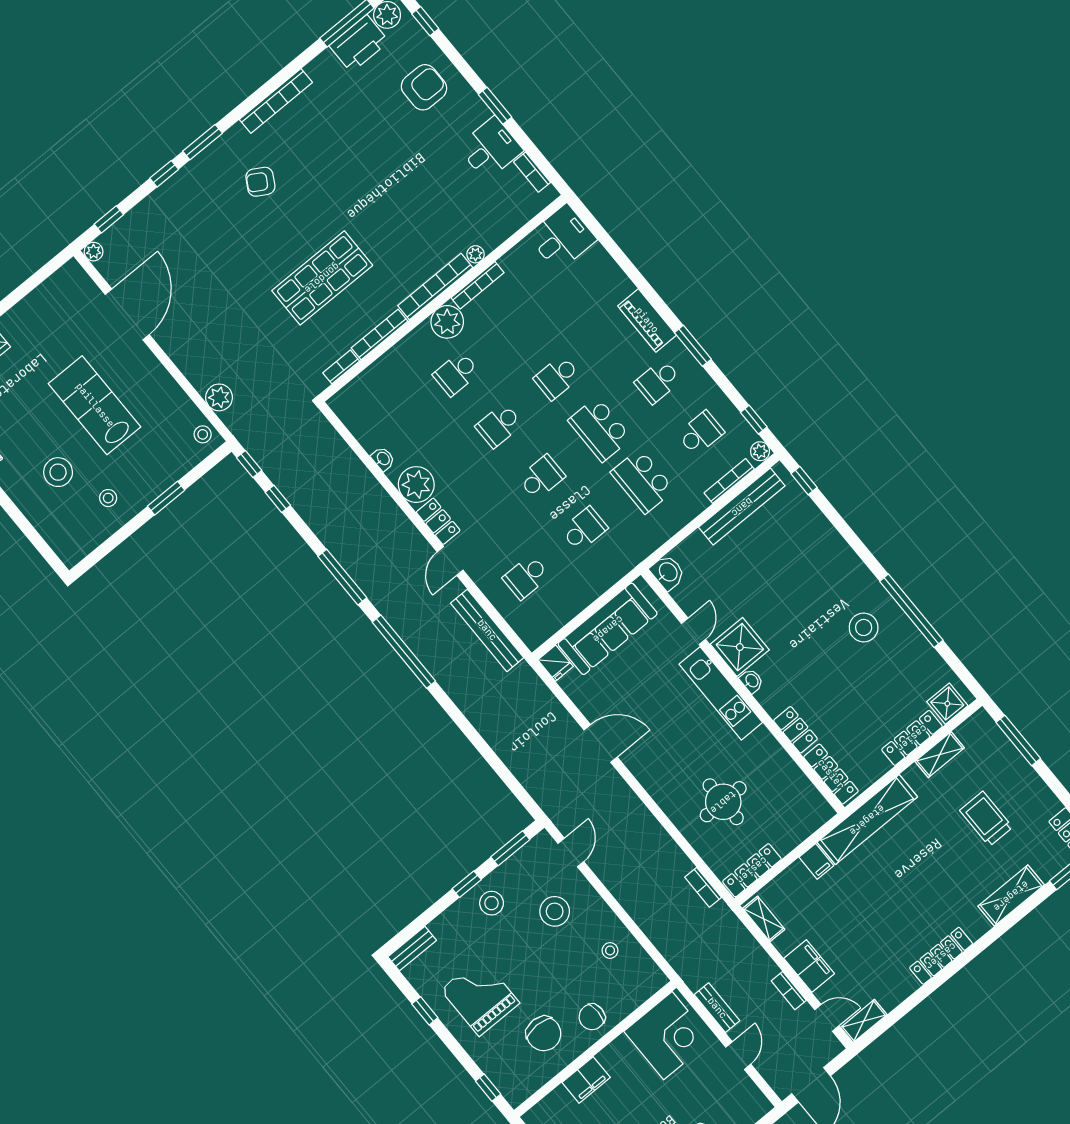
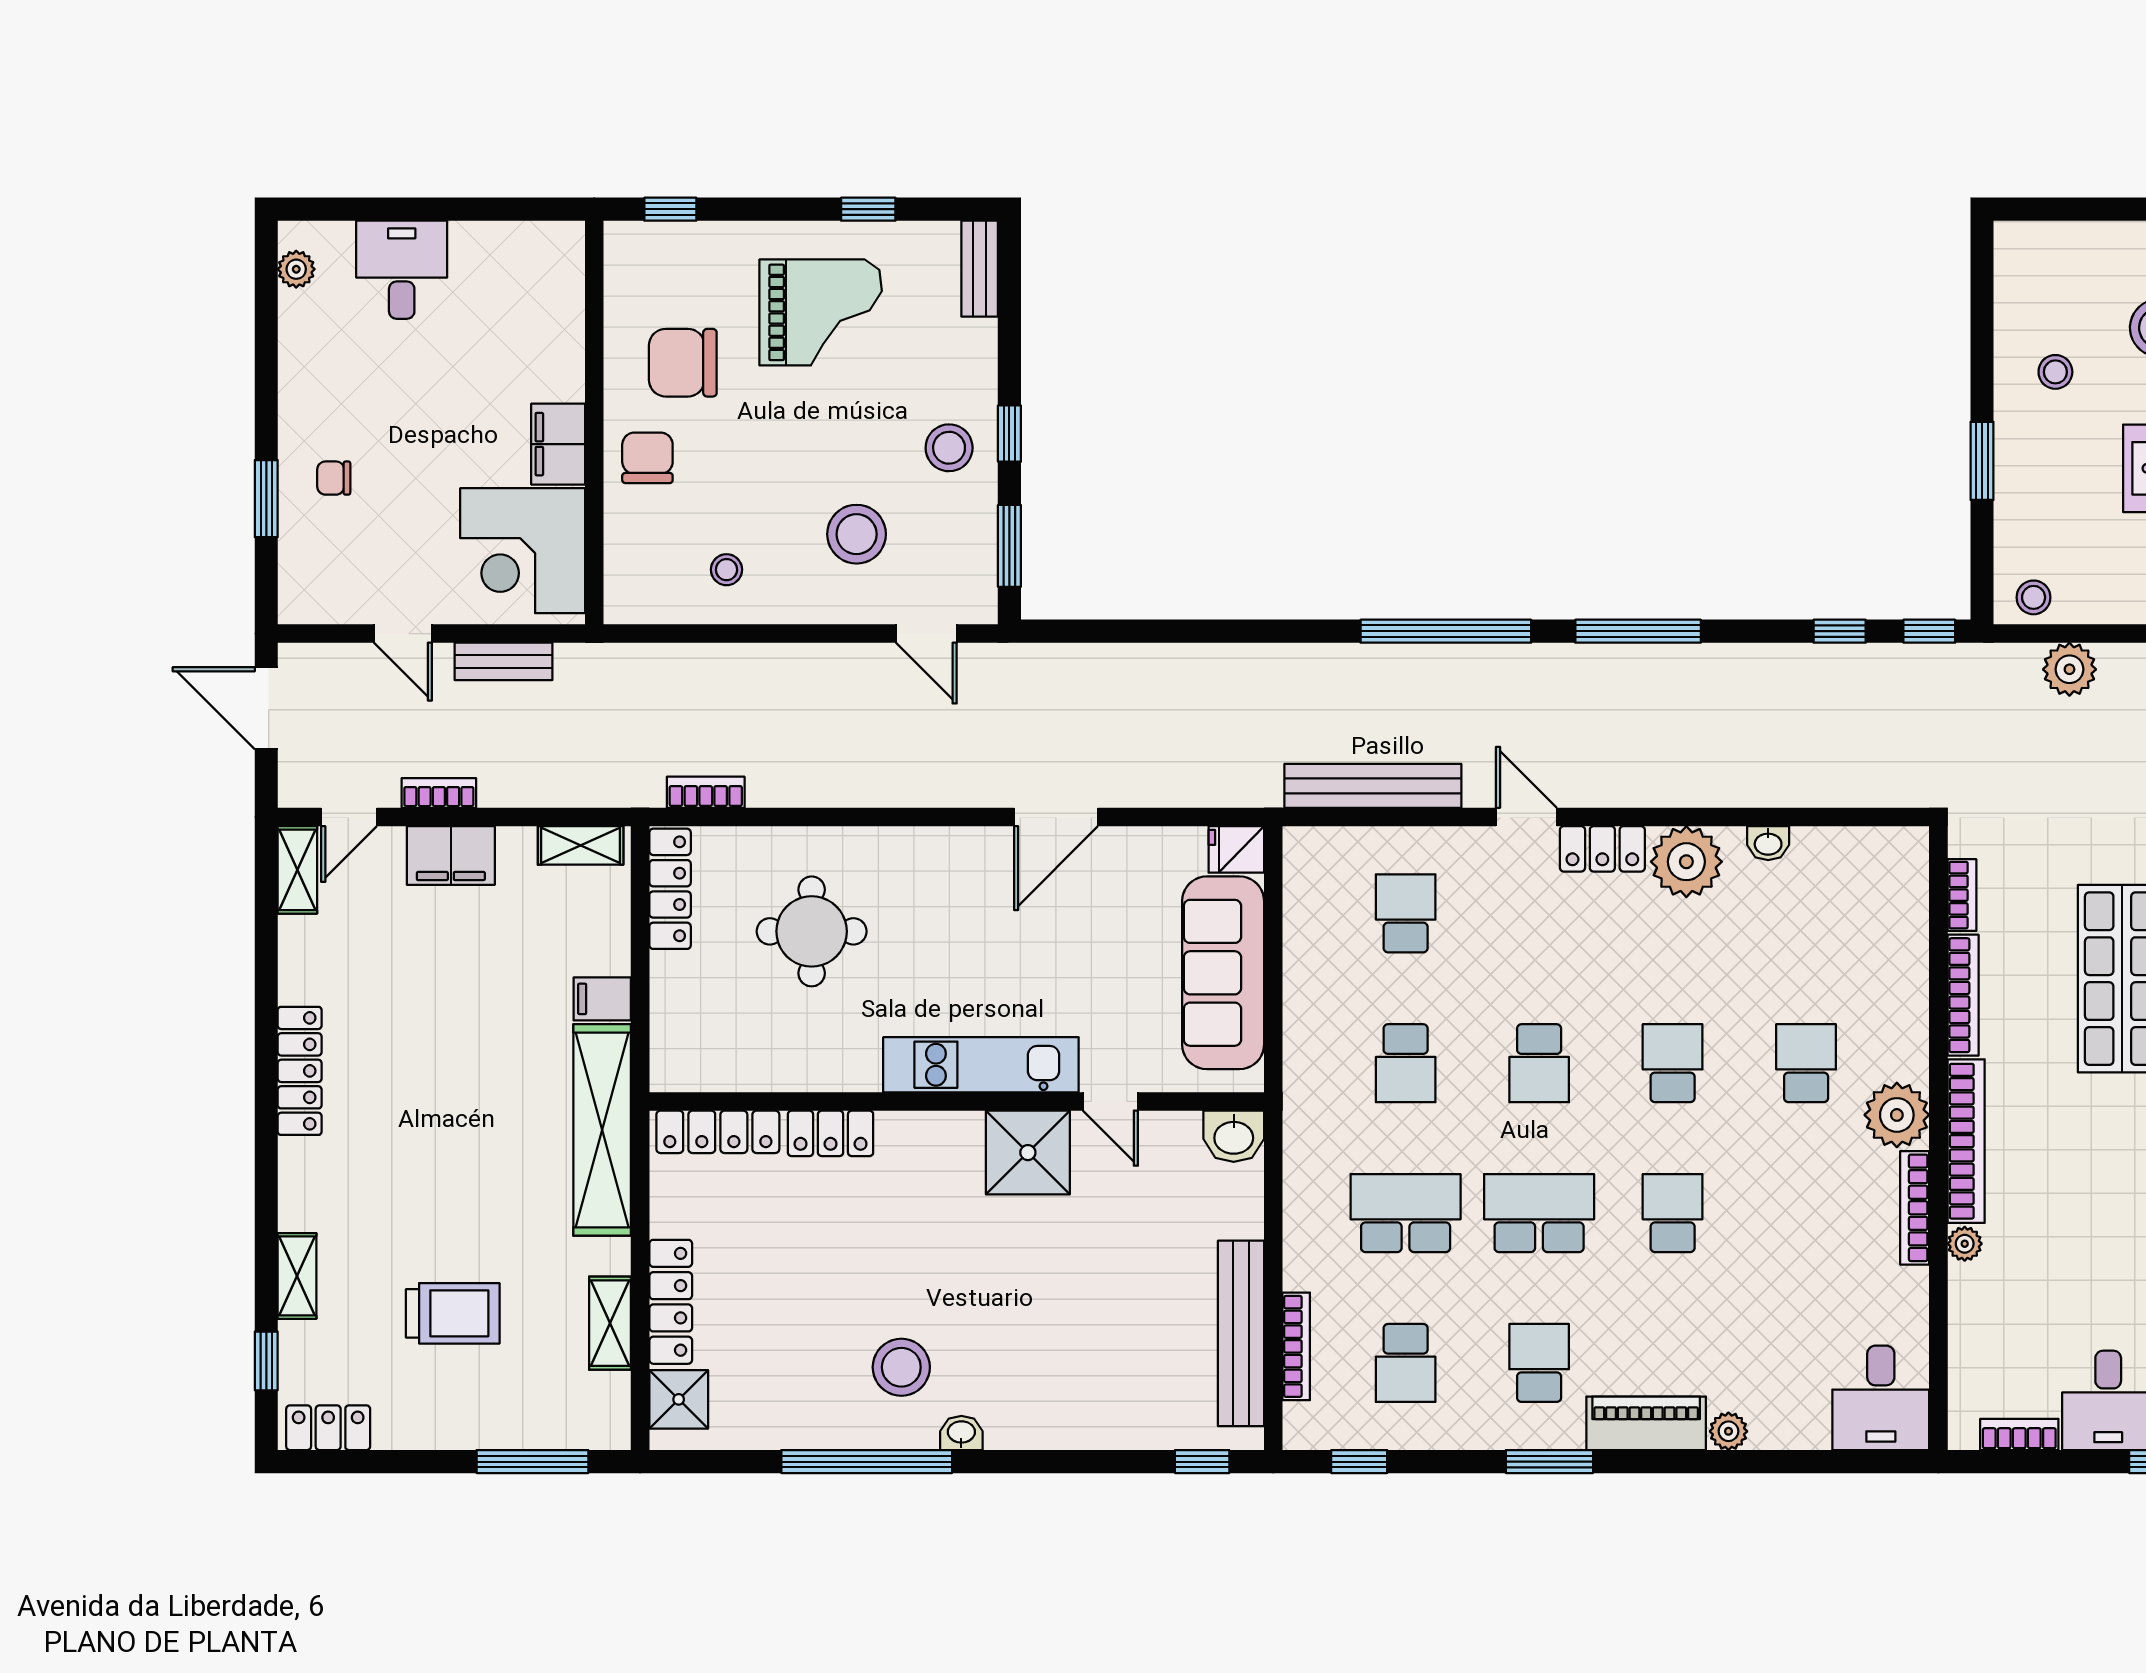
plant: (760, 451) -> (1728, 1431), moved
washbasin: (752, 681) -> (961, 1433), moved, turned 180
shelving: (1011, 896) -> (297, 1276), width x0.67, depth x0.75
filing cabinet: (586, 1080) -> (558, 444), moved

